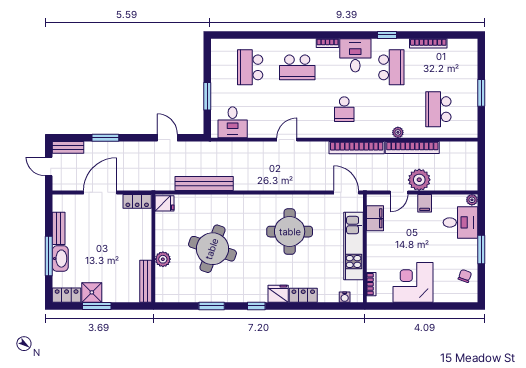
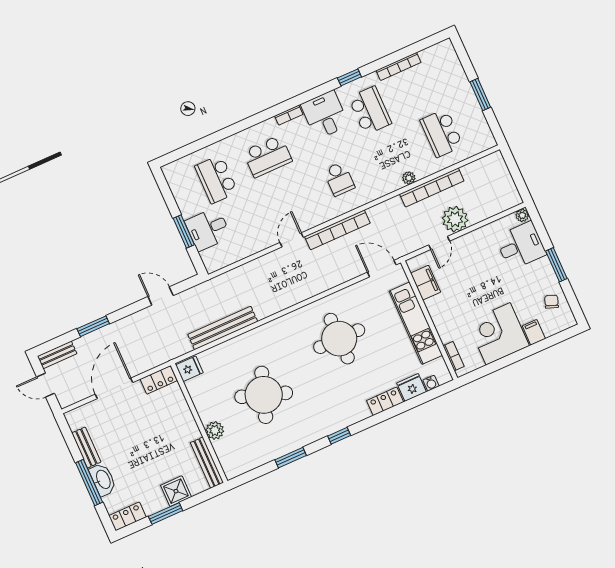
desk: (233, 122) -> (208, 229), moved, turned 90
bookcase: (357, 148) -> (337, 230), moved
filing cabinet: (425, 203) -> (534, 332), moved, turned 180
shower: (92, 292) -> (176, 491), moved
fridge: (278, 294) -> (412, 387), moved

